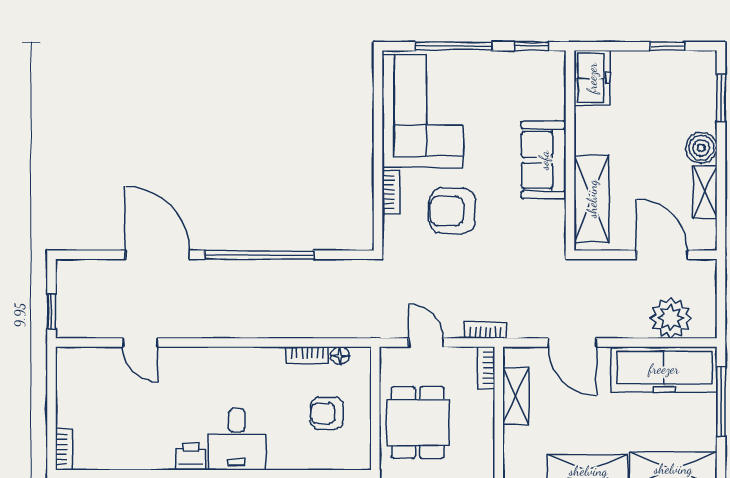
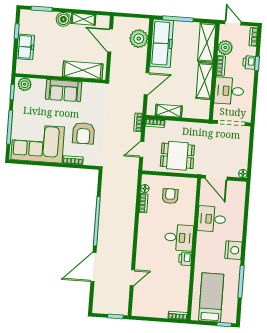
plant: (551, 73) -> (25, 84), added
freezer: (592, 78) -> (25, 47), moved, turned 90
door: (662, 255) -> (110, 40), hinge flipped
armchair: (327, 413) -> (170, 196), turned 180

